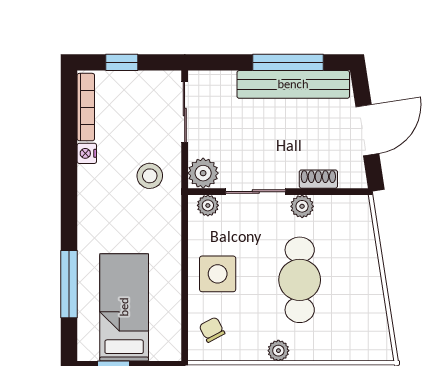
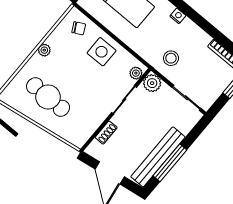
nightstand: (87, 153) -> (178, 16), moved
plant: (302, 206) -> (100, 115), removed
cafe table: (300, 280) -> (48, 97), moved

